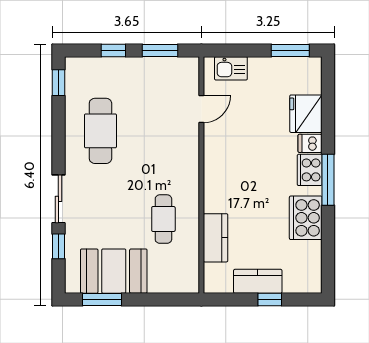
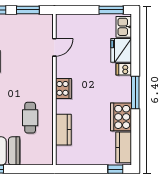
kitchen sink: (231, 68) -> (124, 27), moved, turned 90
cooker: (310, 170) -> (63, 88), moved, turned 180
kitchen counter: (258, 281) -> (124, 147), moved, turned -90
window: (270, 299) -> (115, 169), moved

